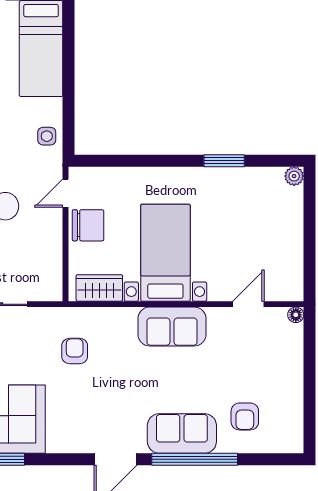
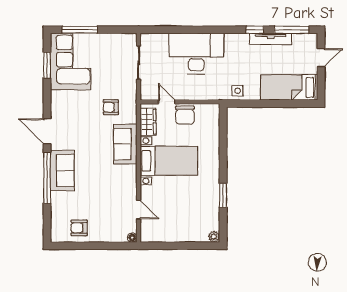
door: (66, 193) -> (167, 102), moved
sofa: (172, 327) -> (125, 144), moved
armchair: (75, 351) -> (111, 107), turned 180
armchair: (245, 416) -> (79, 228), moved

